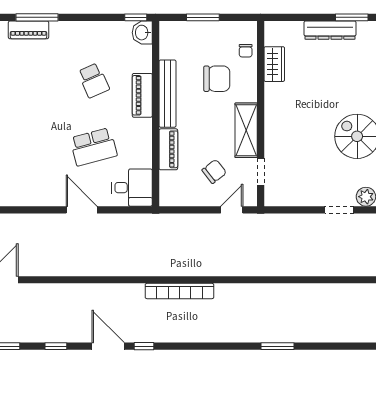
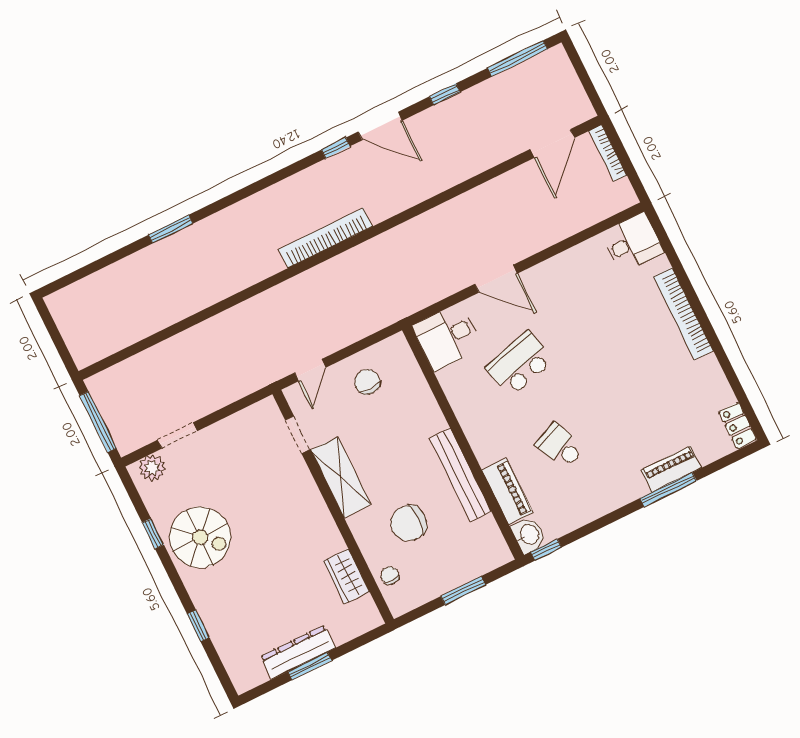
window: (352, 17) -> (310, 666), moved
piano: (142, 95) -> (507, 491), moved
piano: (168, 149) -> (426, 406), removed
chair: (214, 171) -> (367, 382), moved, turned 128

